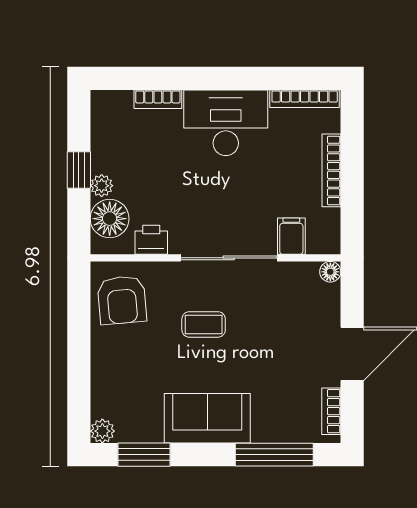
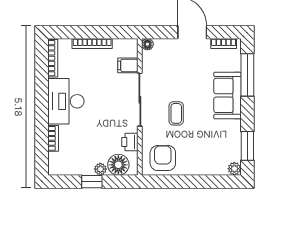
armchair: (122, 300) -> (163, 158), turned -85
sofa: (207, 418) -> (227, 95), moved

